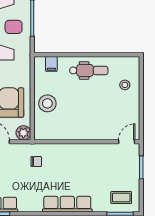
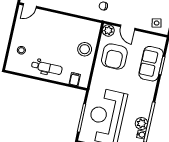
dental chair: (89, 70) -> (47, 68), turned 180

